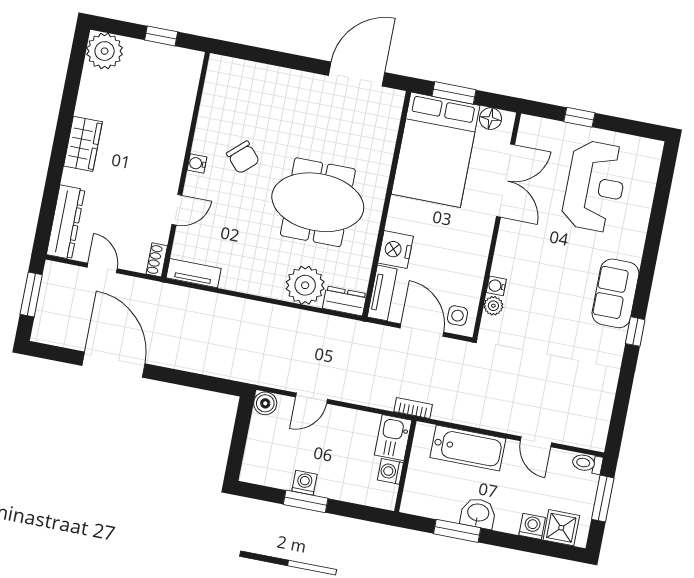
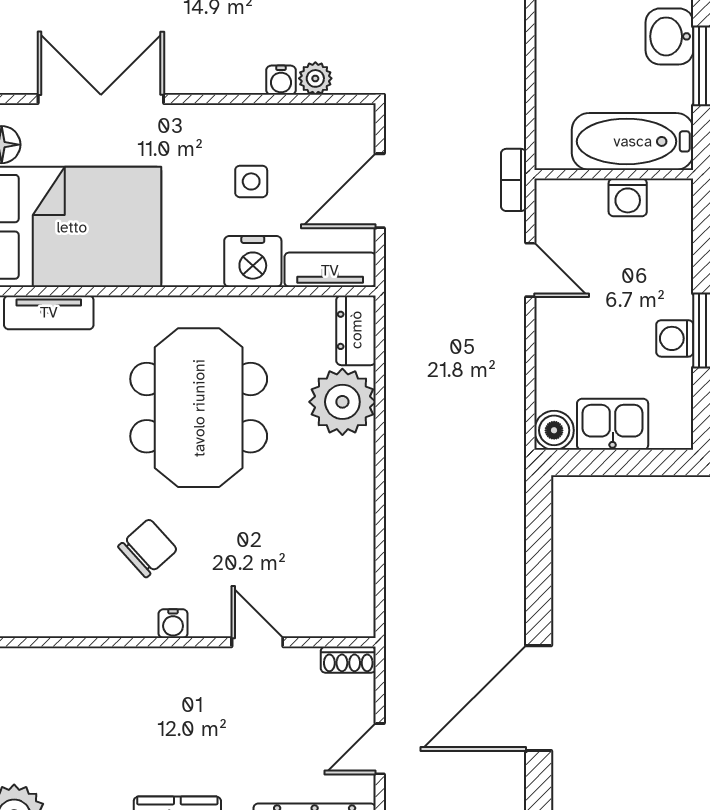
tv unit: (194, 273) -> (49, 312), moved, turned -90
side table: (457, 316) -> (251, 181), moved
door: (311, 398) -> (530, 270), moved
kitchen sink: (393, 438) -> (613, 424), moved, turned 180
bathtub: (468, 448) -> (633, 141), moved, turned -90

